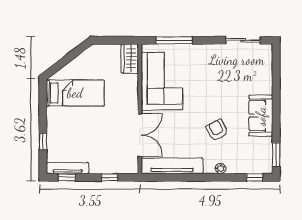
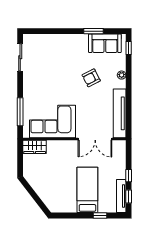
bed: (75, 93) -> (87, 190), moved
sofa: (261, 116) -> (105, 43), moved
double door: (140, 135) -> (95, 139), swing flipped
window: (276, 154) -> (94, 31), moved
window: (110, 177) -> (129, 176), moved

